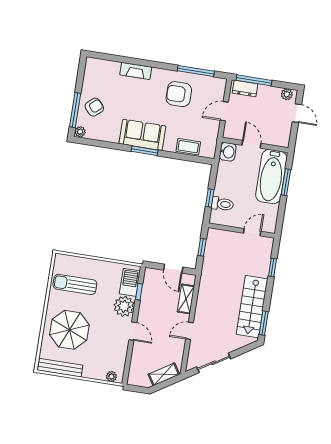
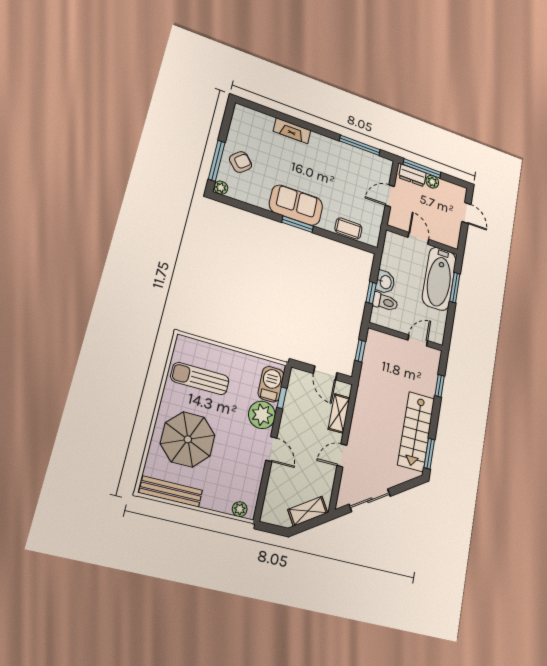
armchair: (179, 94) -> (340, 167), removed
plant: (287, 94) -> (432, 182), moved
washbasin: (228, 152) -> (385, 282), moved

